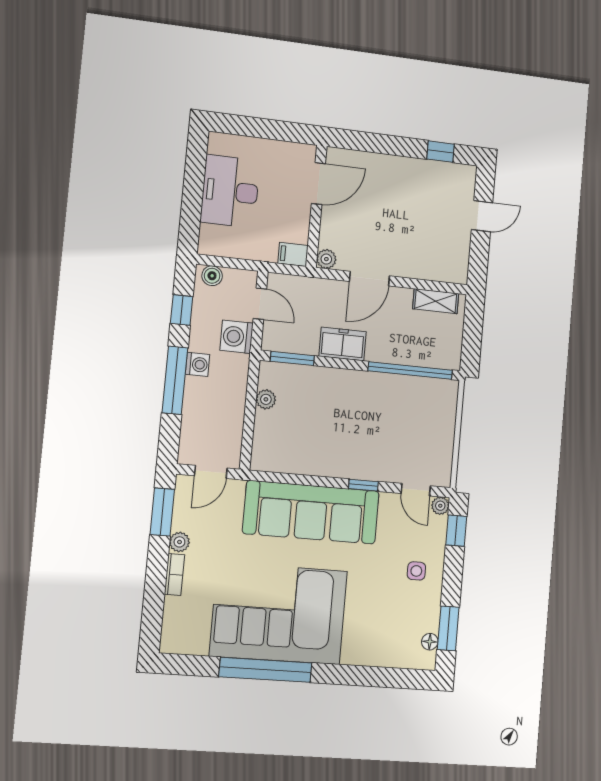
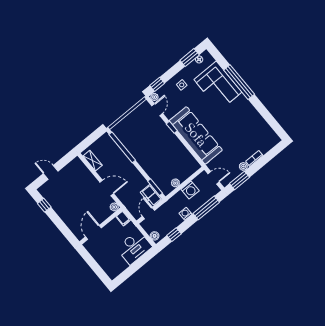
door: (318, 184) -> (94, 232), hinge flipped
desk: (230, 191) -> (134, 247), moved
washing machine: (237, 337) -> (190, 190), moved
freezer: (343, 344) -> (151, 196), moved
window: (175, 380) -> (206, 208), moved
corner sofa: (279, 613) -> (218, 86), moved, width x0.73, depth x0.74
window: (266, 670) -> (239, 82), moved

